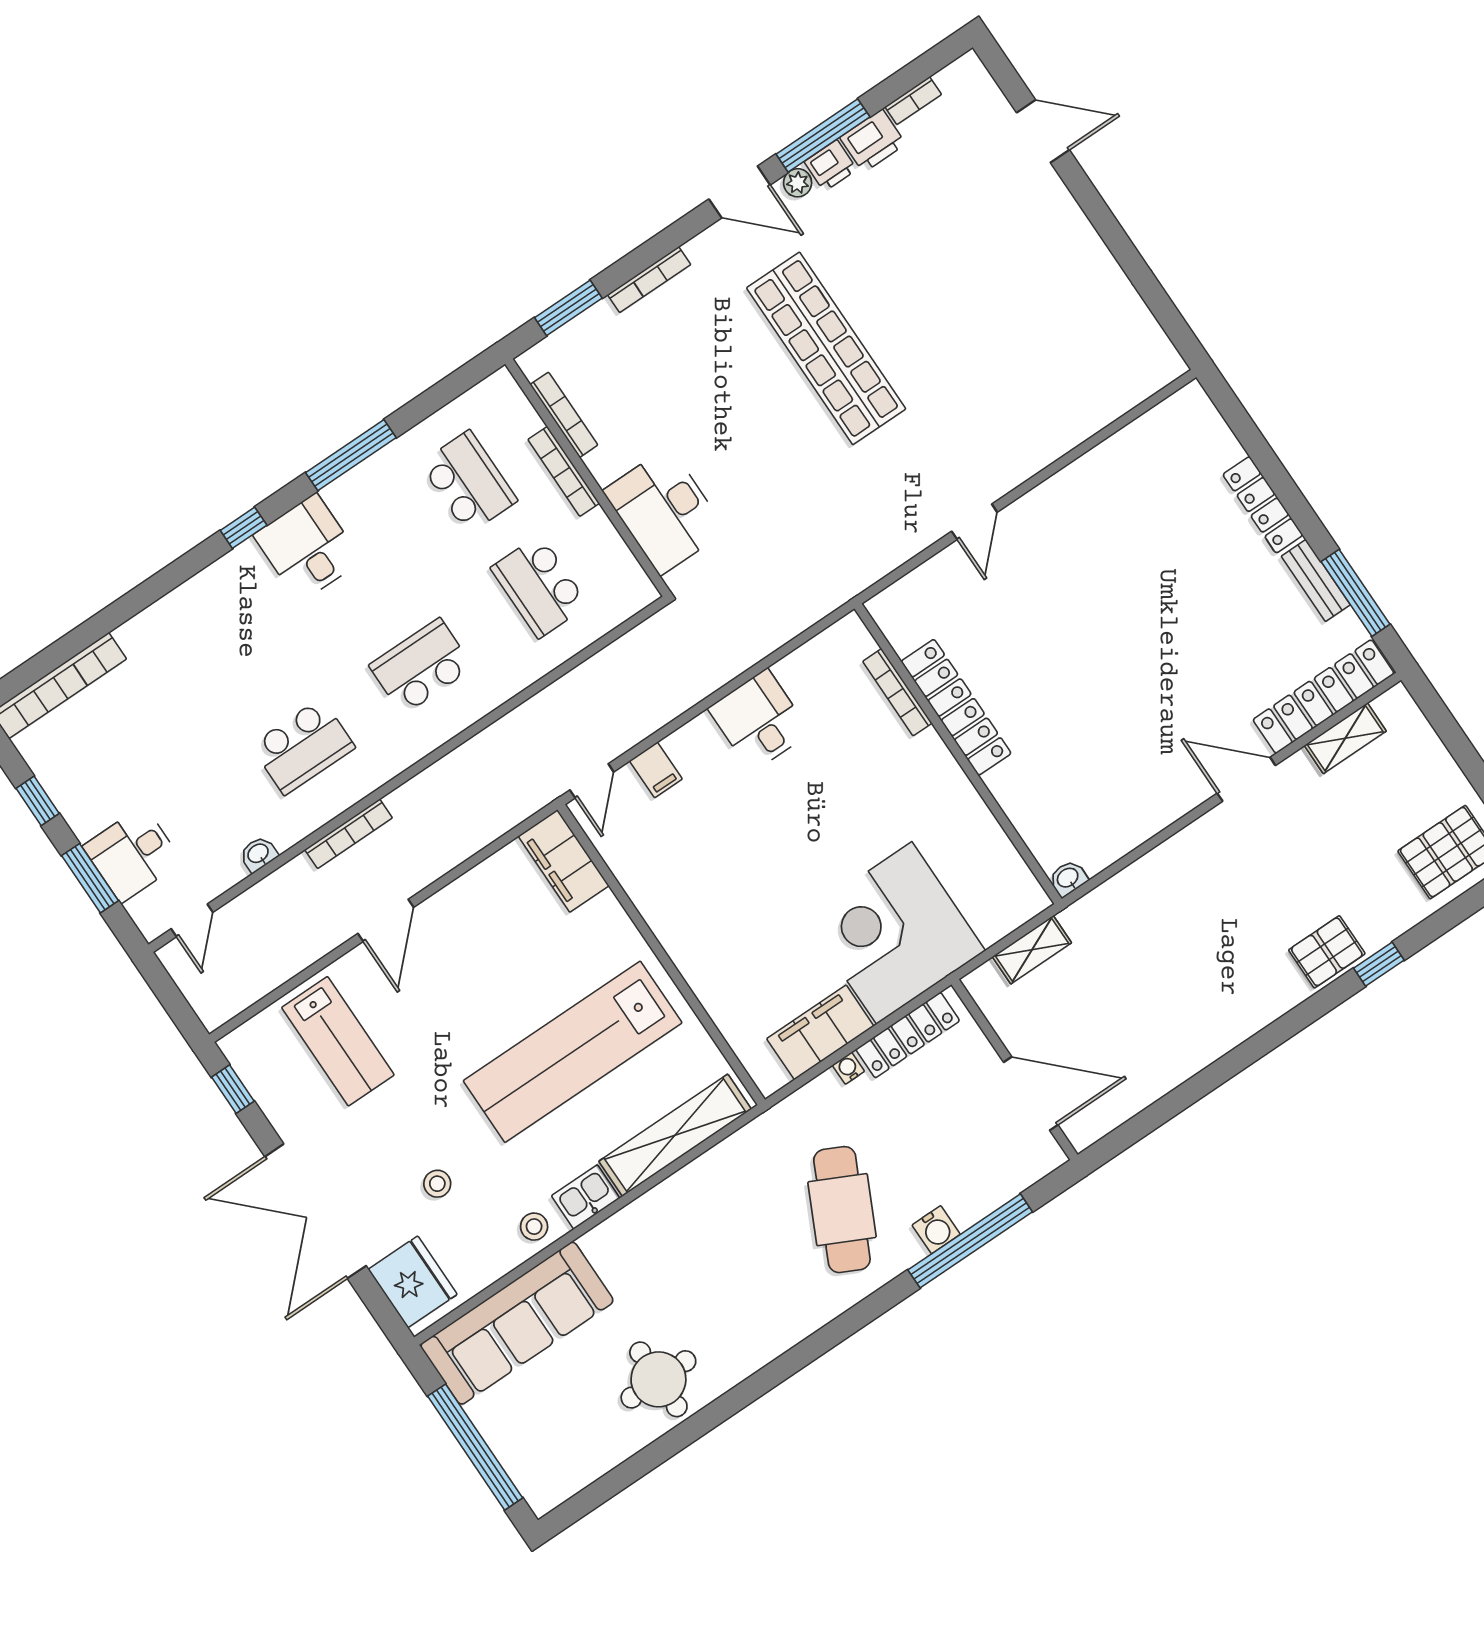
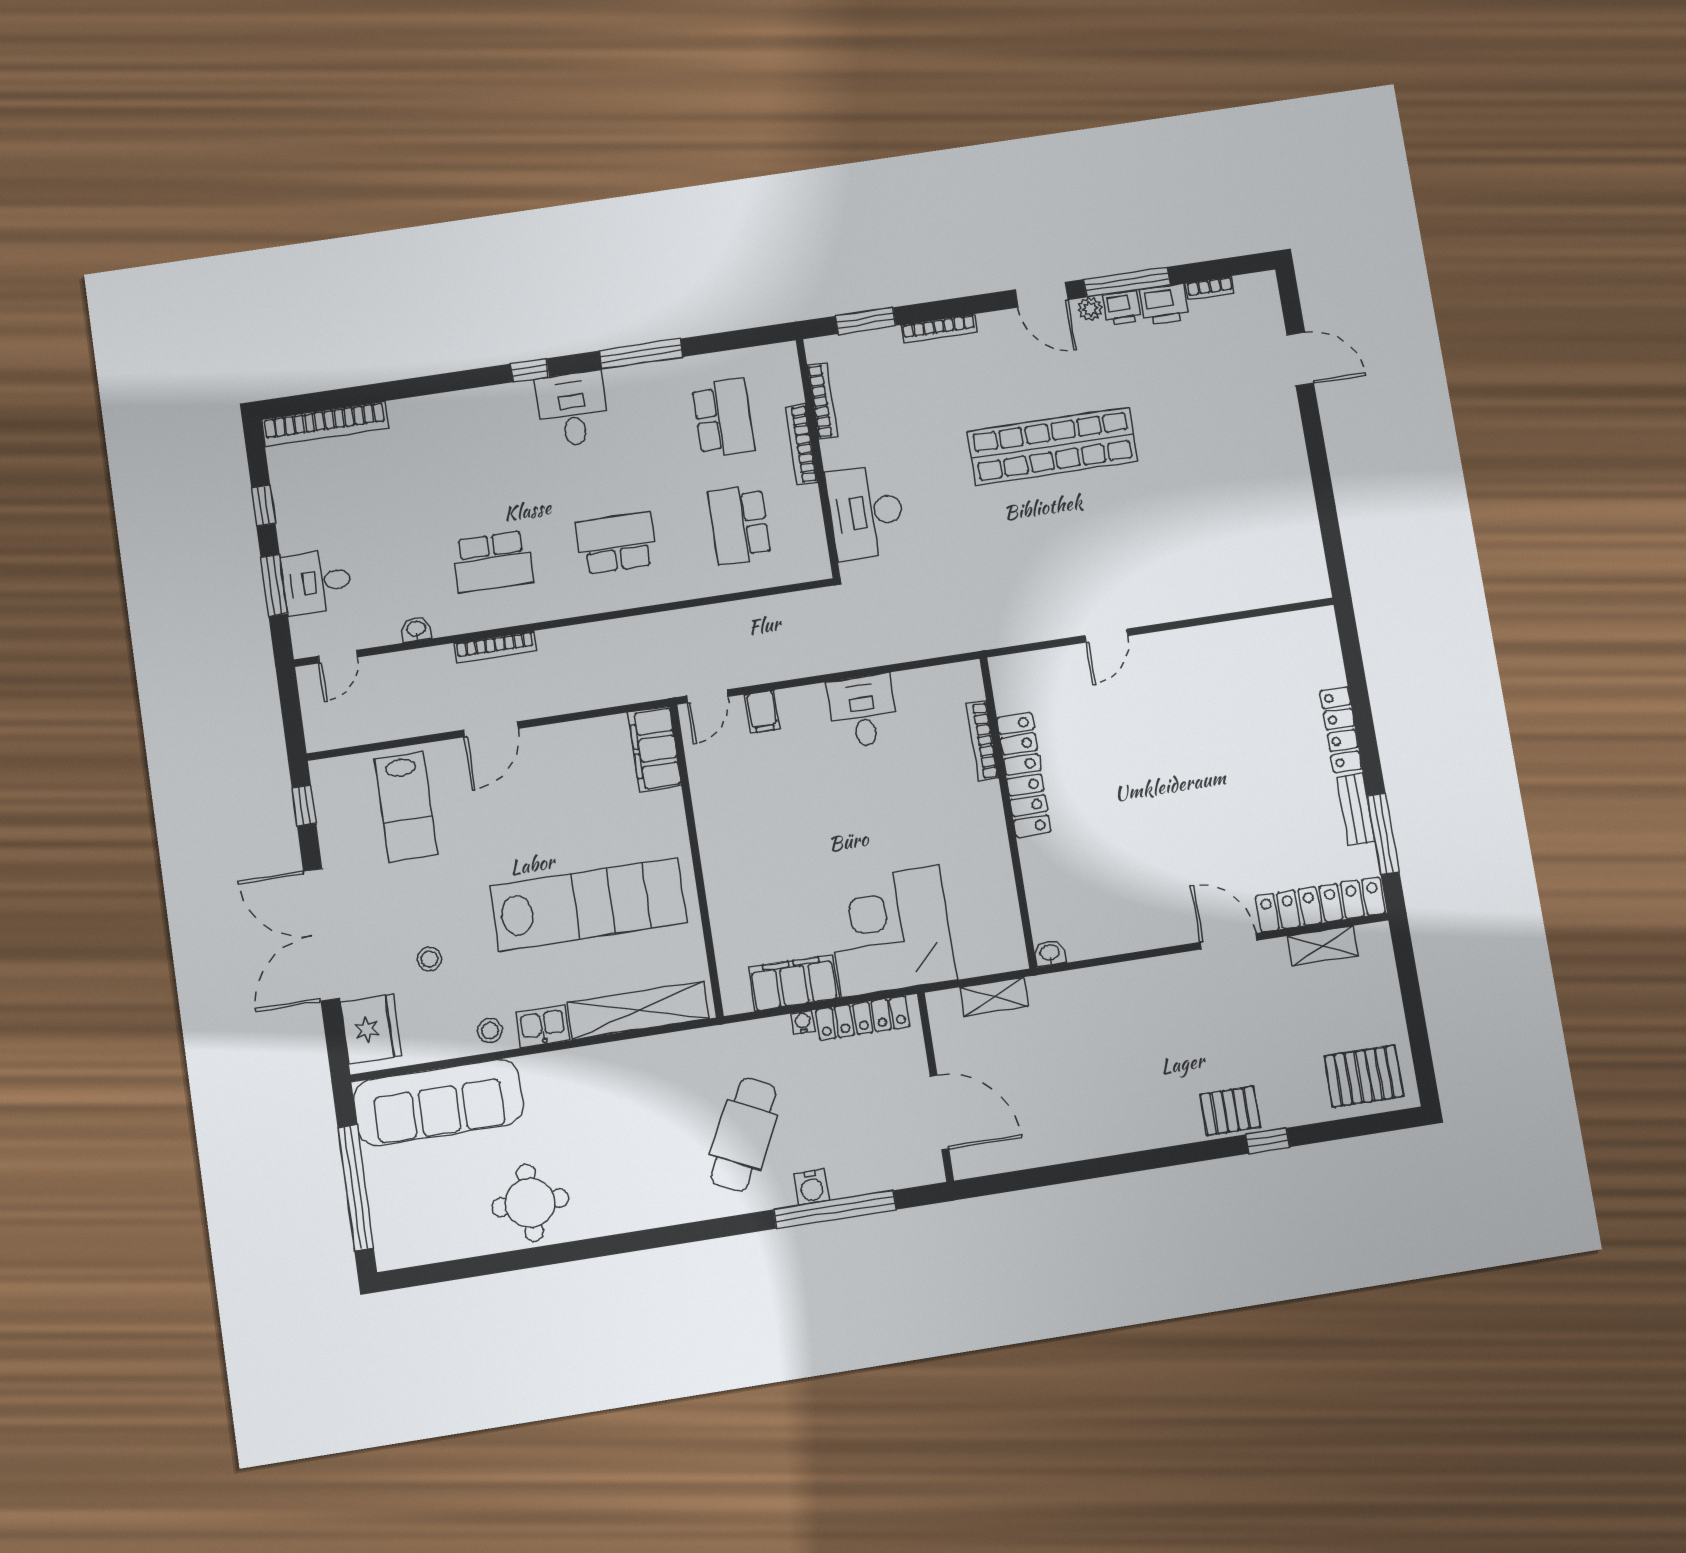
shop shelf: (826, 348) -> (1053, 446), turned 90
lab bench: (573, 1052) -> (589, 904), turned 180

